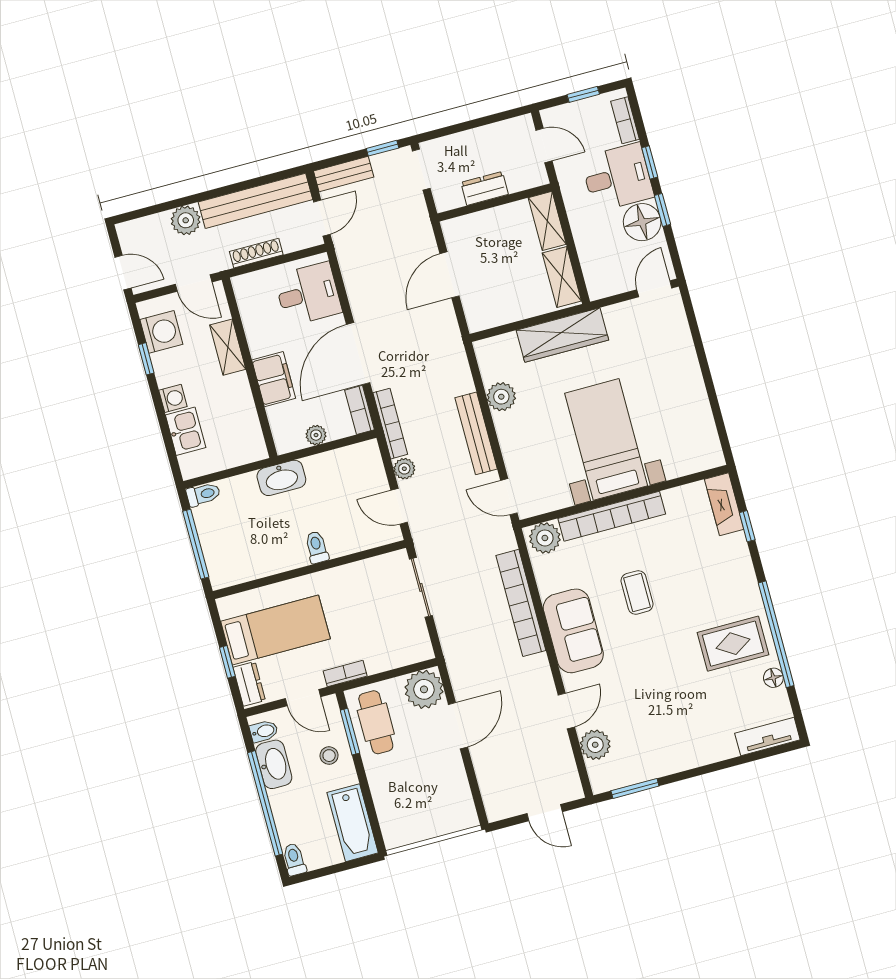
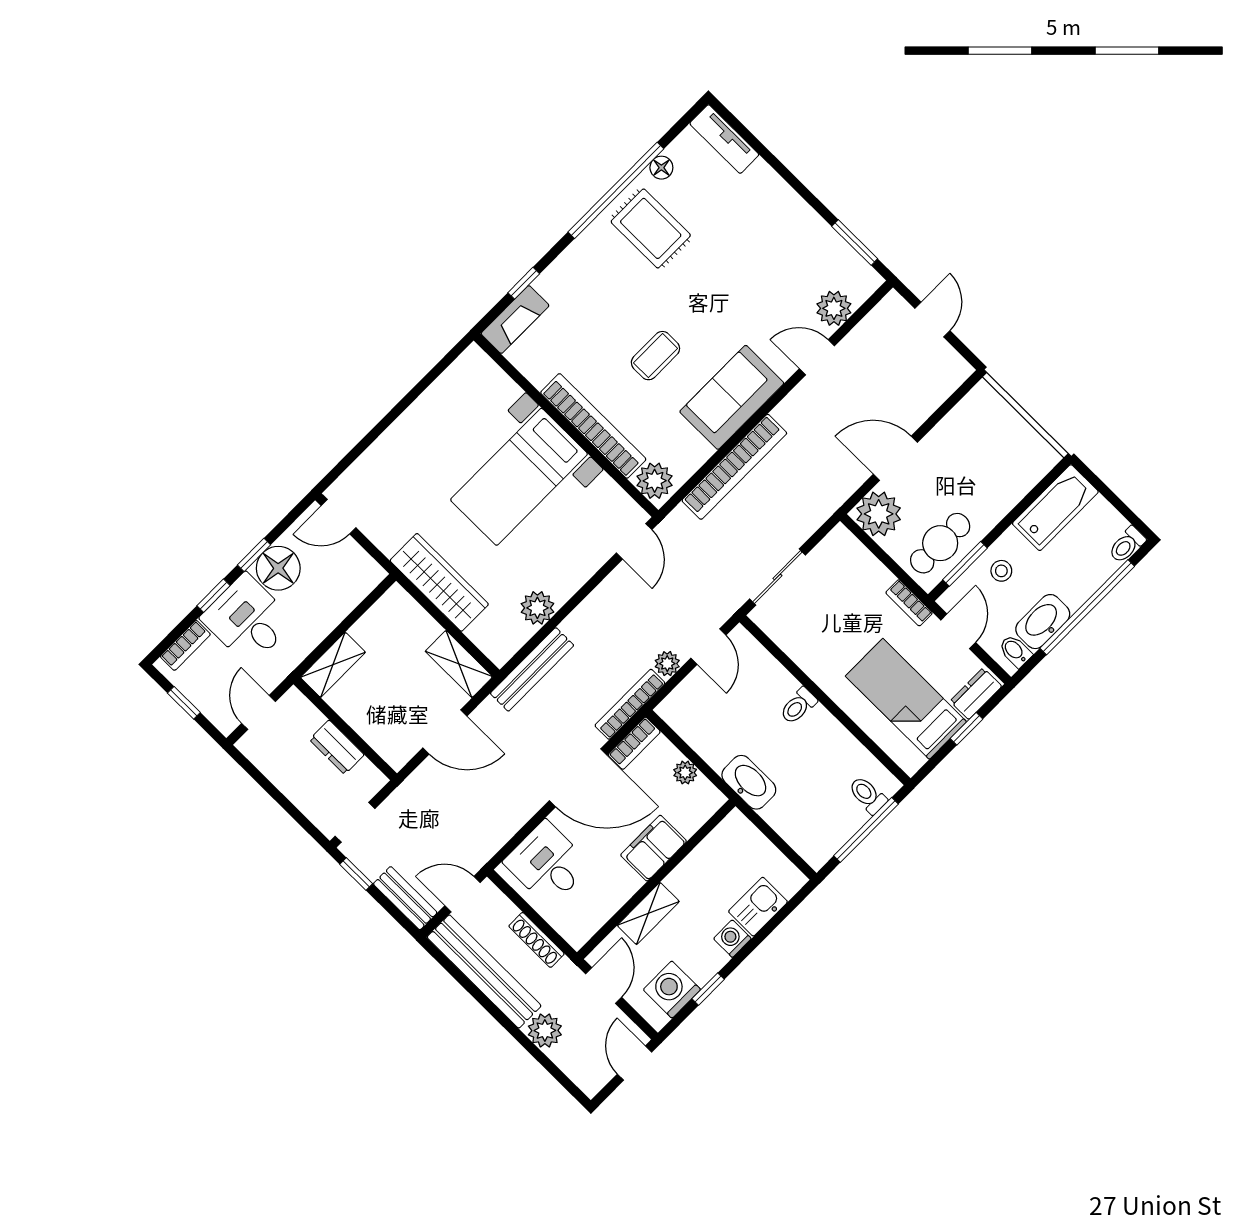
shelving: (562, 277) -> (459, 664), moved, turned 90
bench: (476, 433) -> (532, 669), moved
toilet: (203, 494) -> (868, 795), moved

